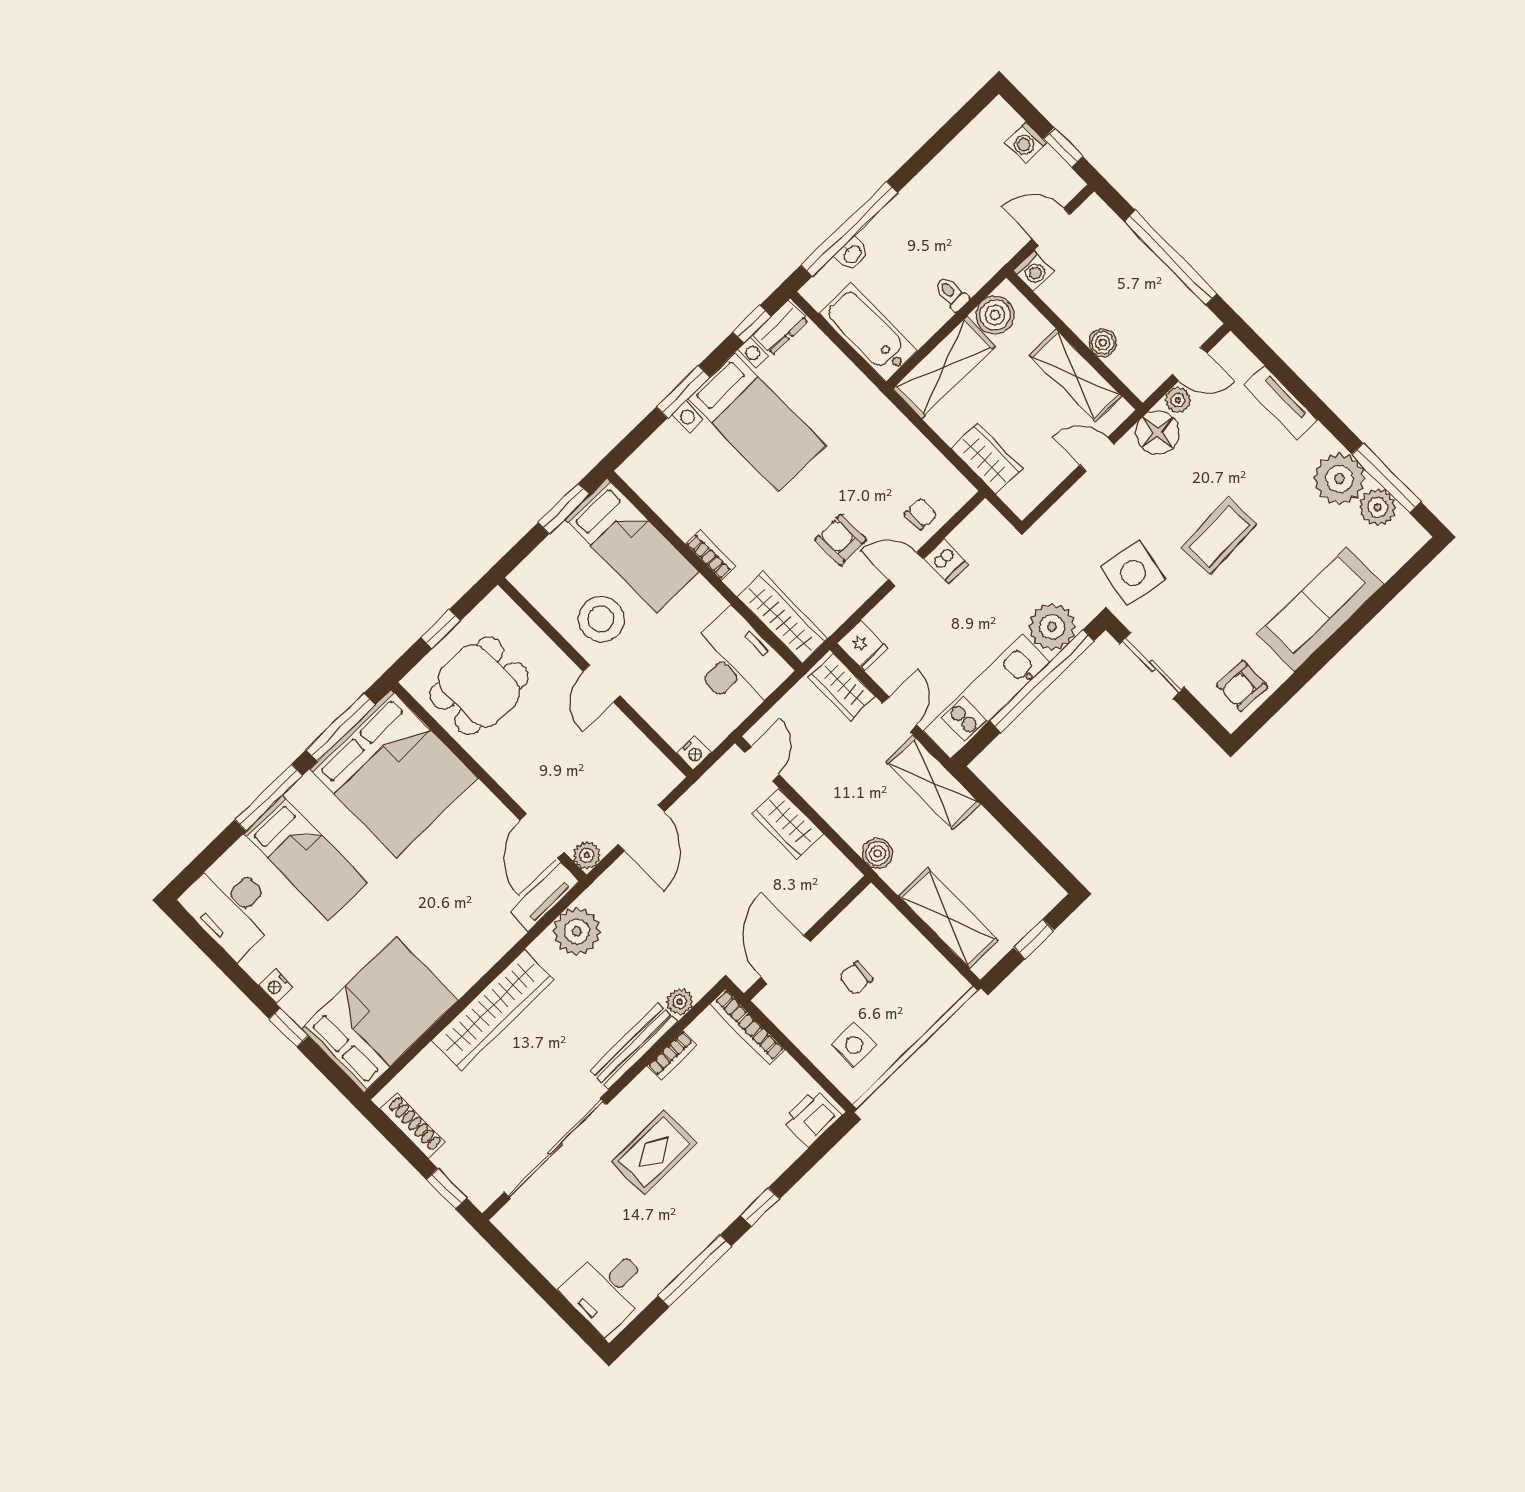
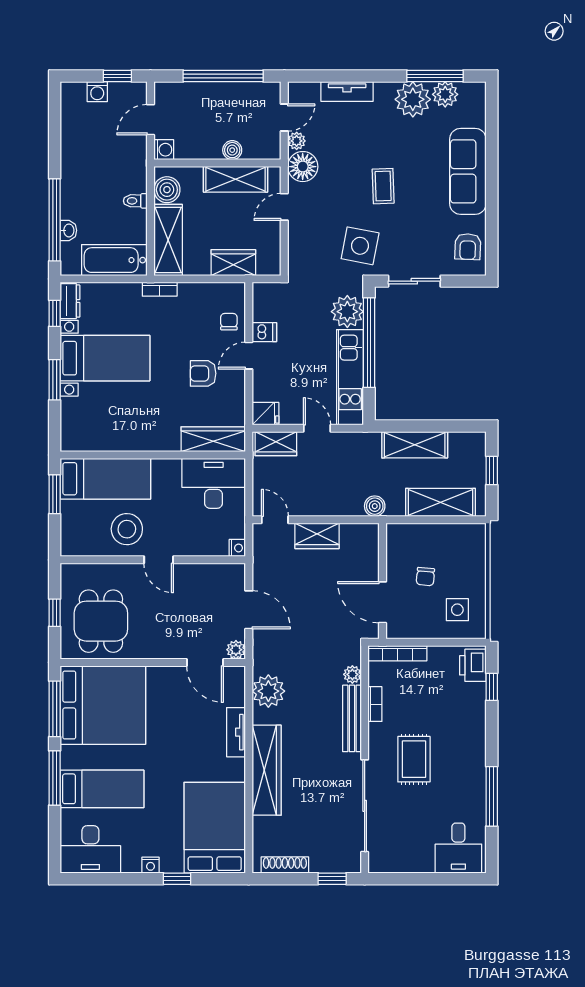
coffee table: (1219, 536) -> (383, 186), width x0.73, depth x0.77
bookcase: (710, 555) -> (160, 289), moved, turned 180
shelving: (933, 783) -> (415, 445), moved
tv unit: (544, 897) -> (236, 732), moved
window: (760, 1207) -> (492, 687), moved

